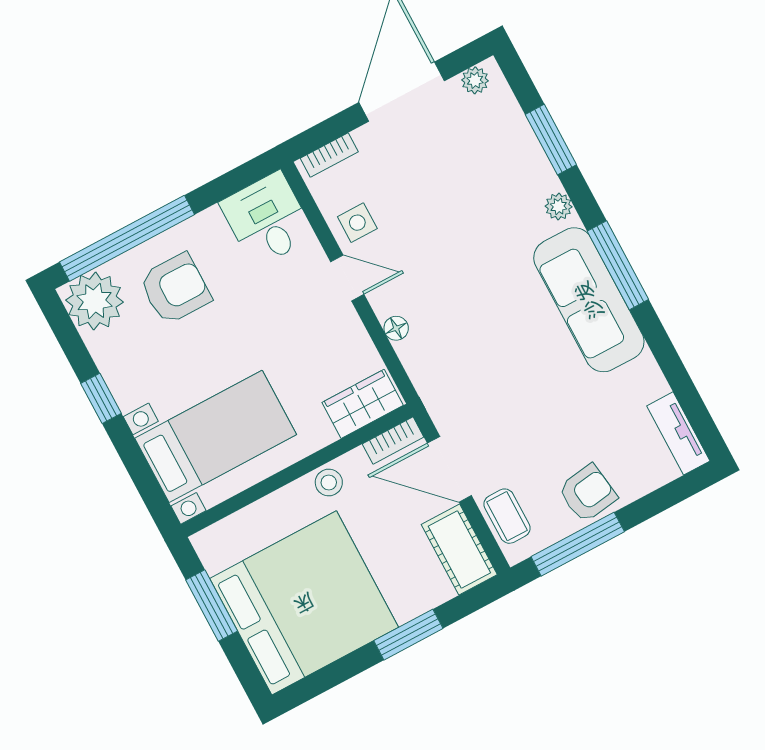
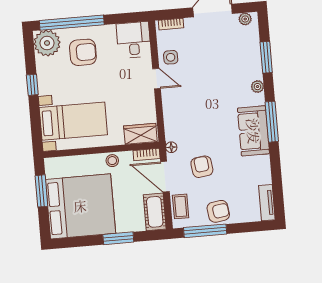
sofa: (589, 300) -> (253, 131), width x0.73
floor lamp: (396, 328) -> (171, 147), moved
armchair: (516, 417) -> (202, 167), added

